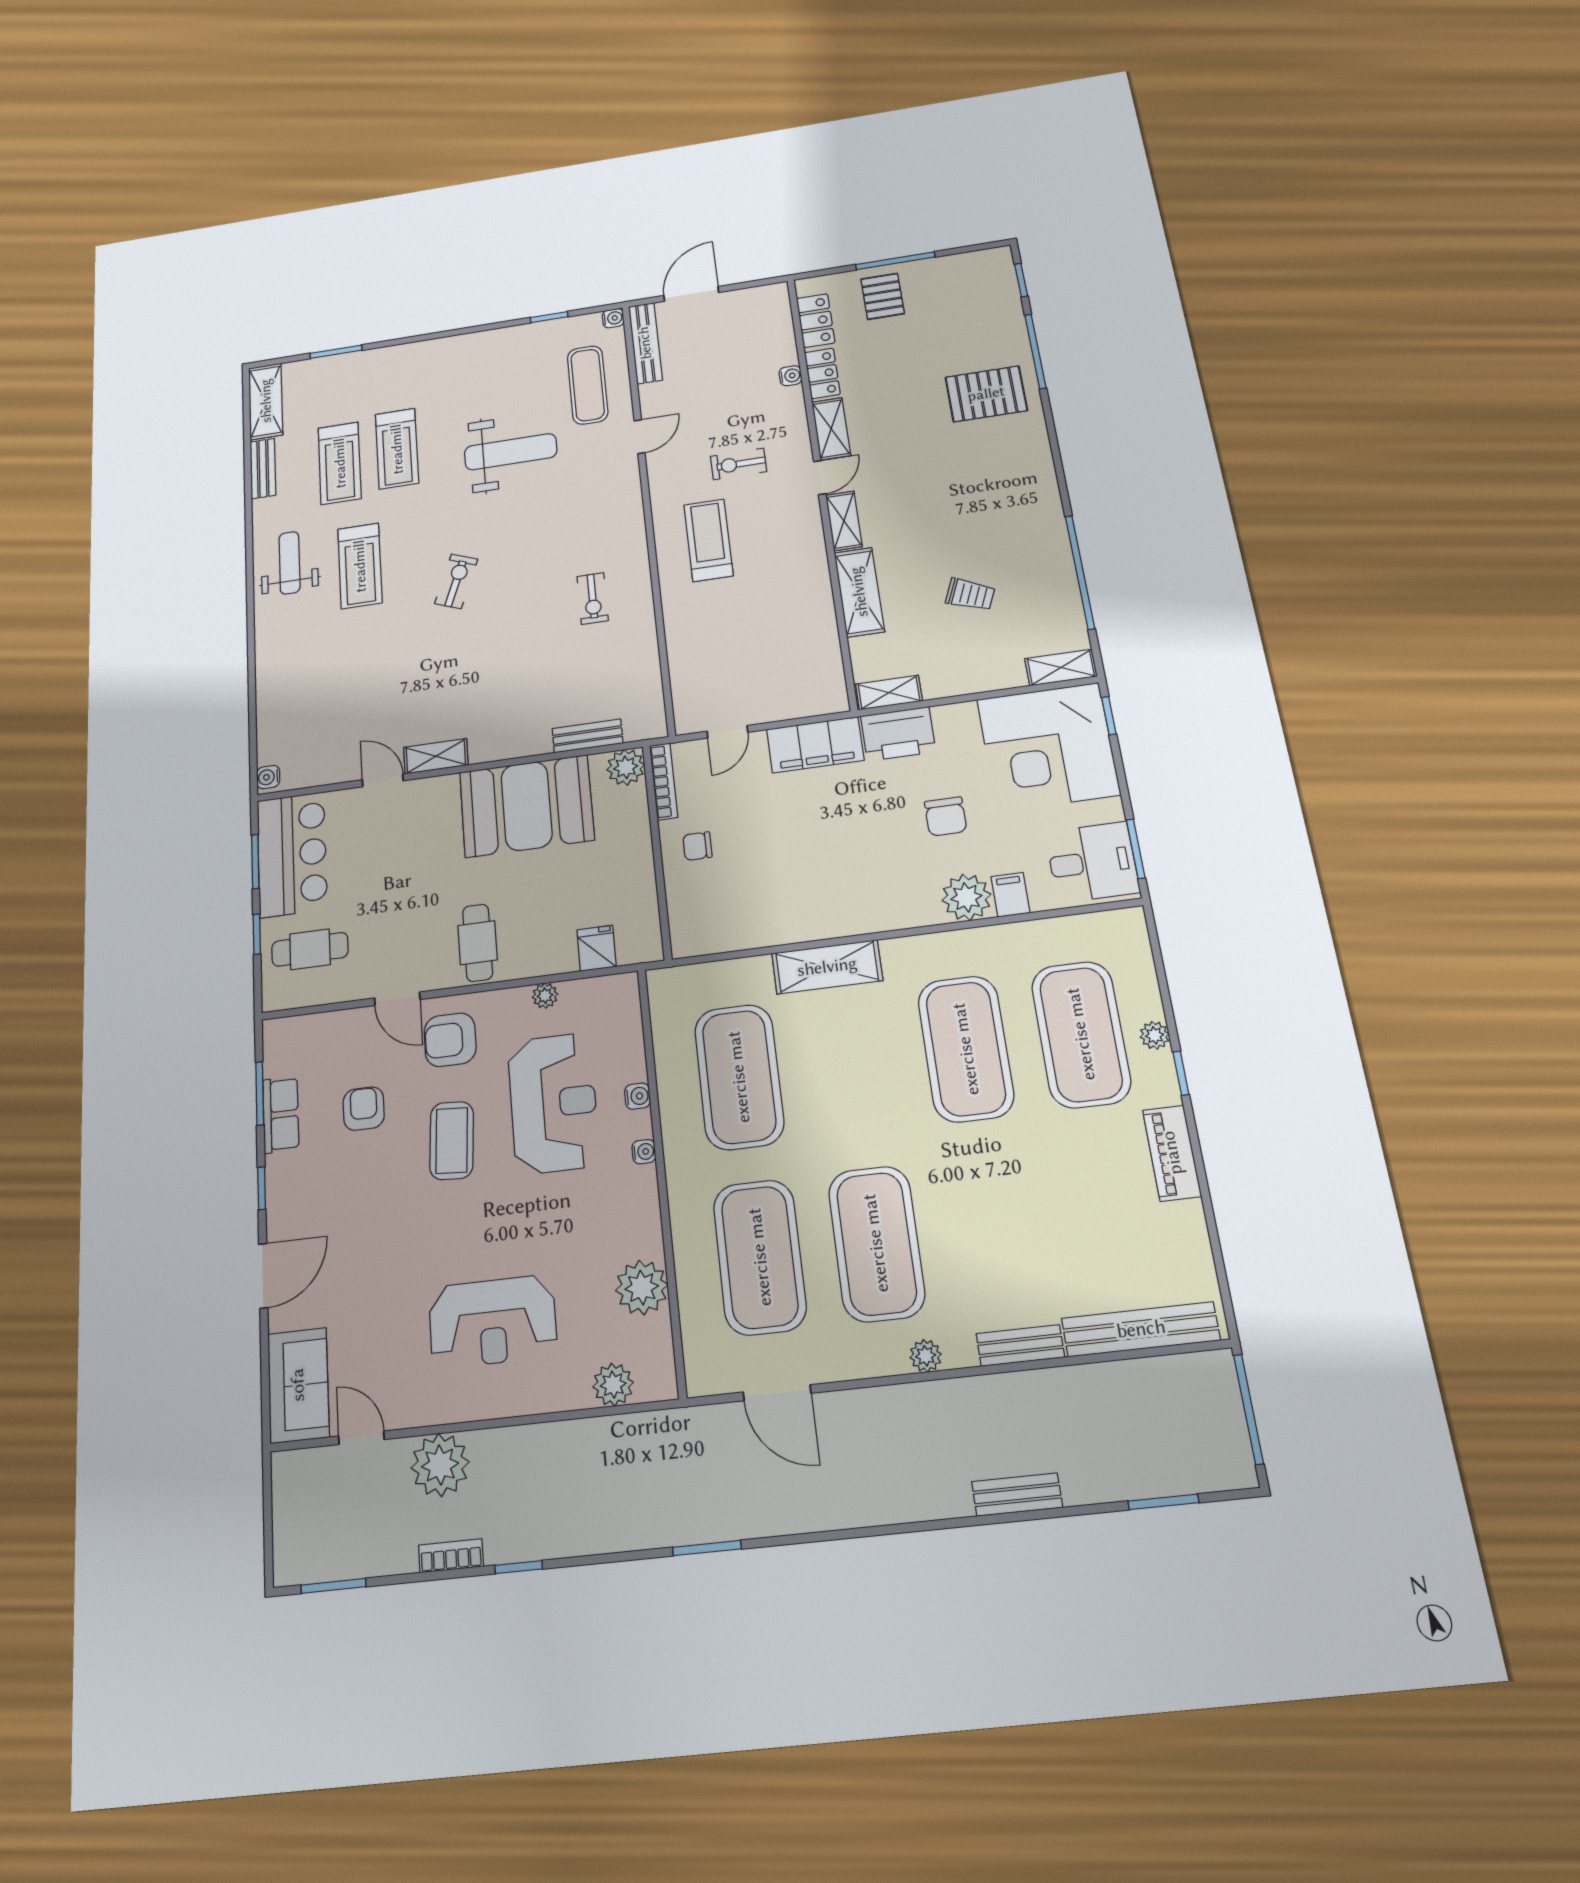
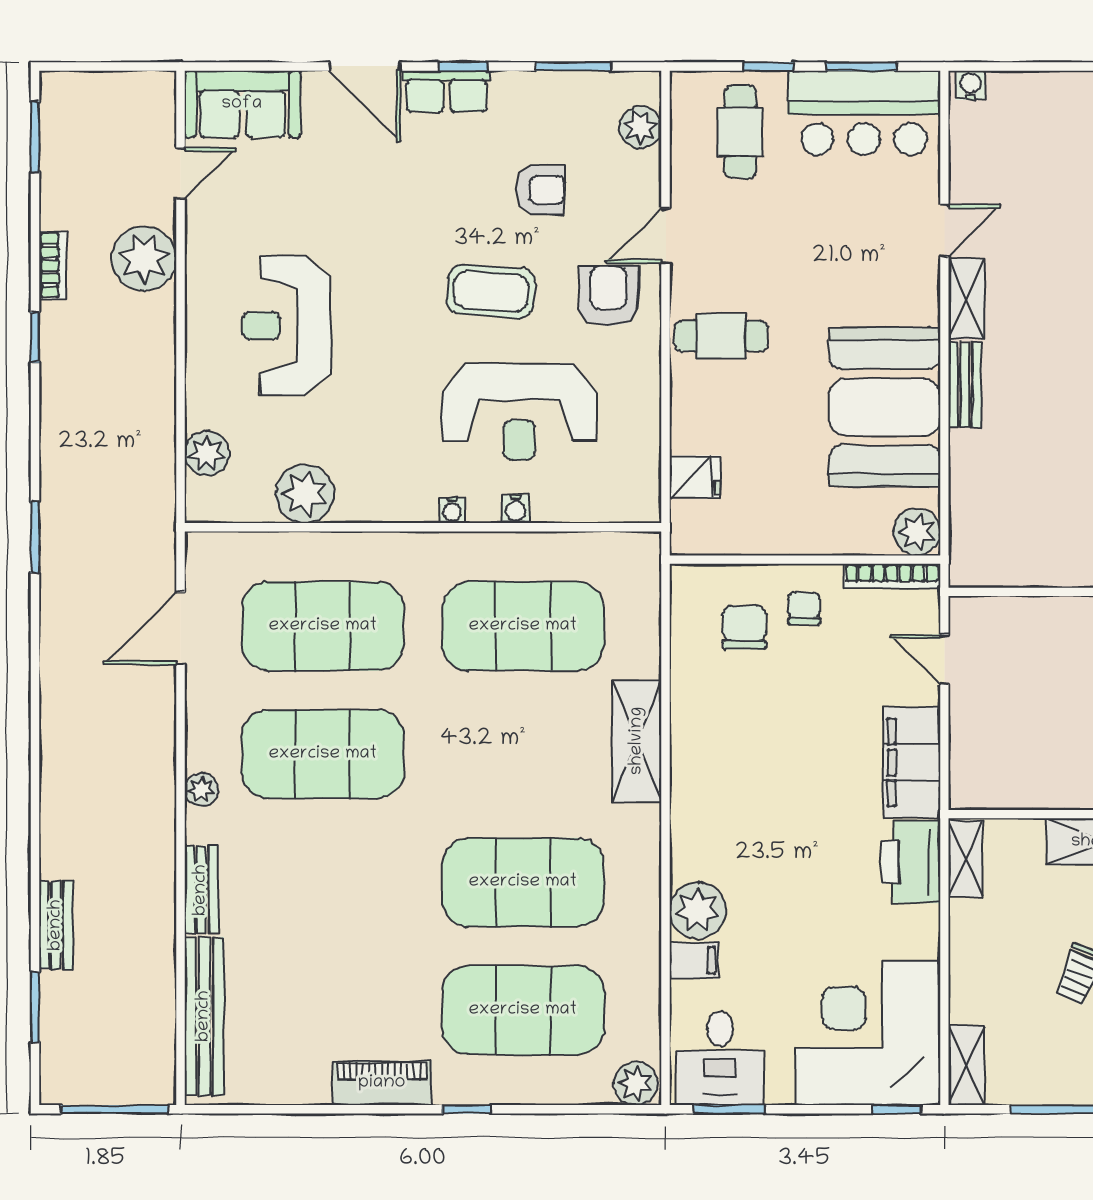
bench: (588, 736) -> (965, 385), moved
chair: (946, 816) -> (744, 627), moved, turned 90
plant: (545, 996) -> (640, 127), moved, width x1.38, depth x1.38
plant: (1155, 1035) -> (636, 1083), moved, width x1.38, depth x1.38
row of seats: (281, 1114) -> (447, 91), moved
bench: (1017, 1495) -> (56, 925), moved

